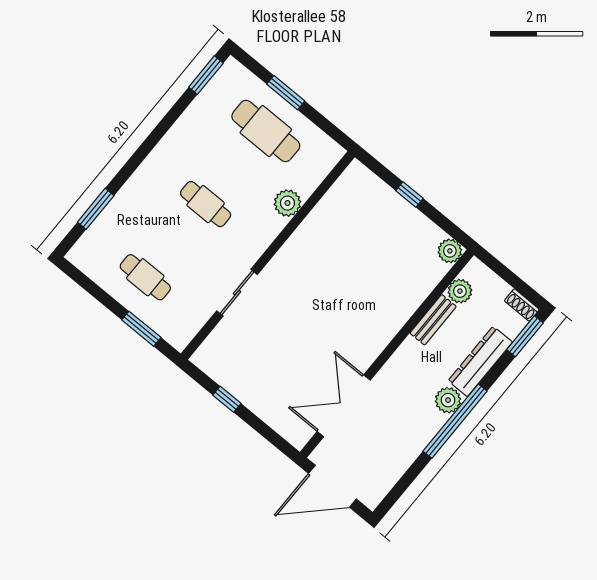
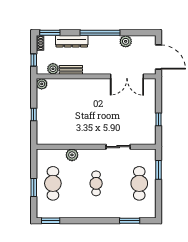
window: (502, 271) -> (34, 60), added
cafe table: (145, 277) -> (139, 183), width x1.37, depth x1.35
plant: (448, 400) -> (126, 41), moved

